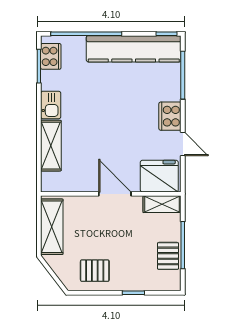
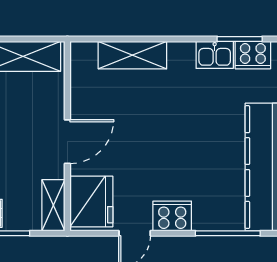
kitchen sink: (51, 105) -> (215, 55), moved

